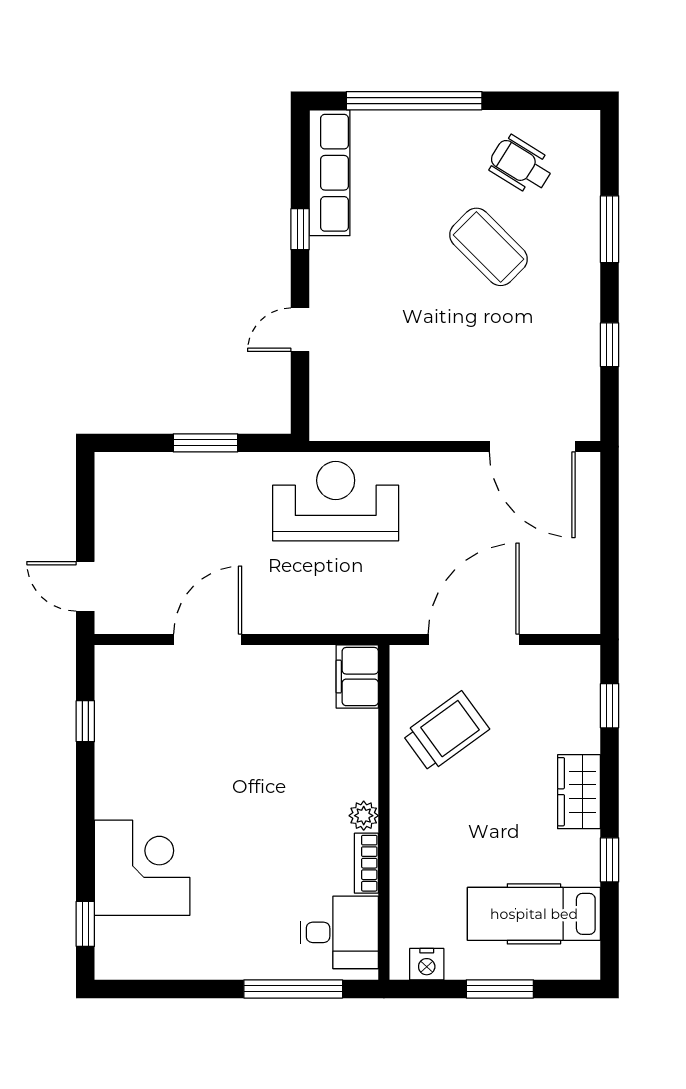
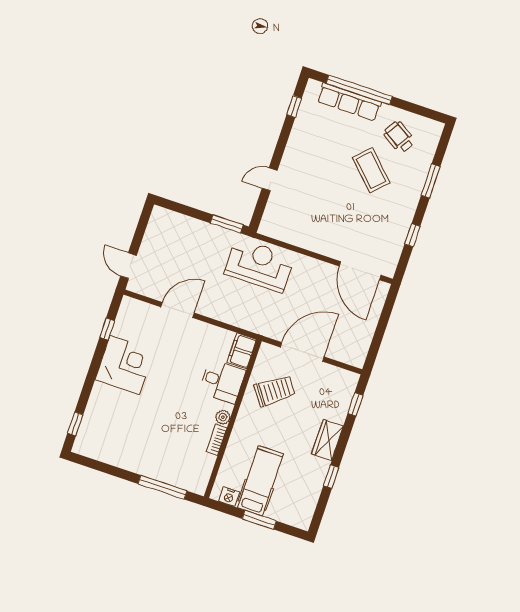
row of seats: (330, 173) -> (349, 102), moved, turned 90
window: (300, 229) -> (294, 107), moved
window: (206, 443) -> (227, 224), moved
corner desk: (142, 868) -> (125, 365), moved
hospital bed: (534, 914) -> (260, 481), moved, turned 90
desk: (339, 932) -> (222, 381), moved

